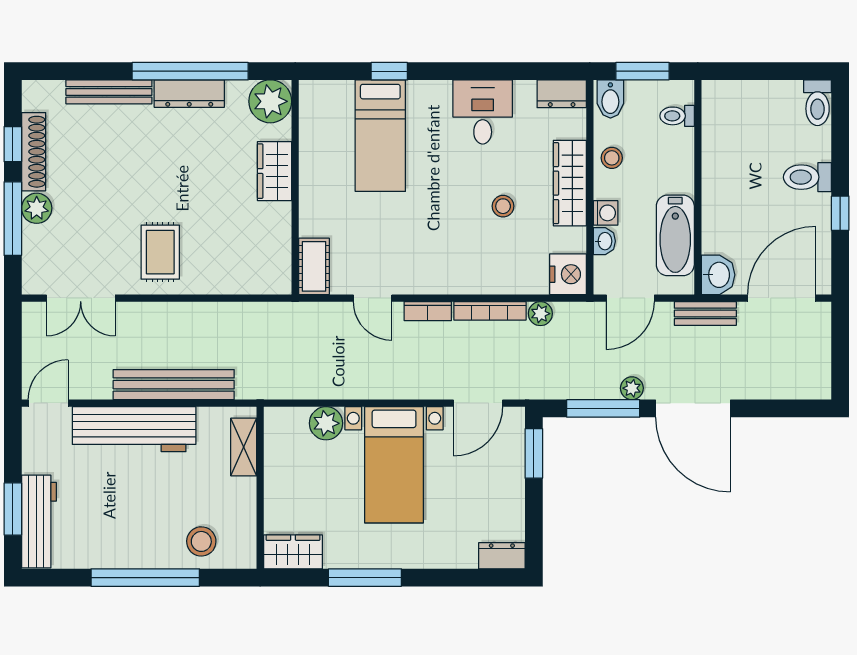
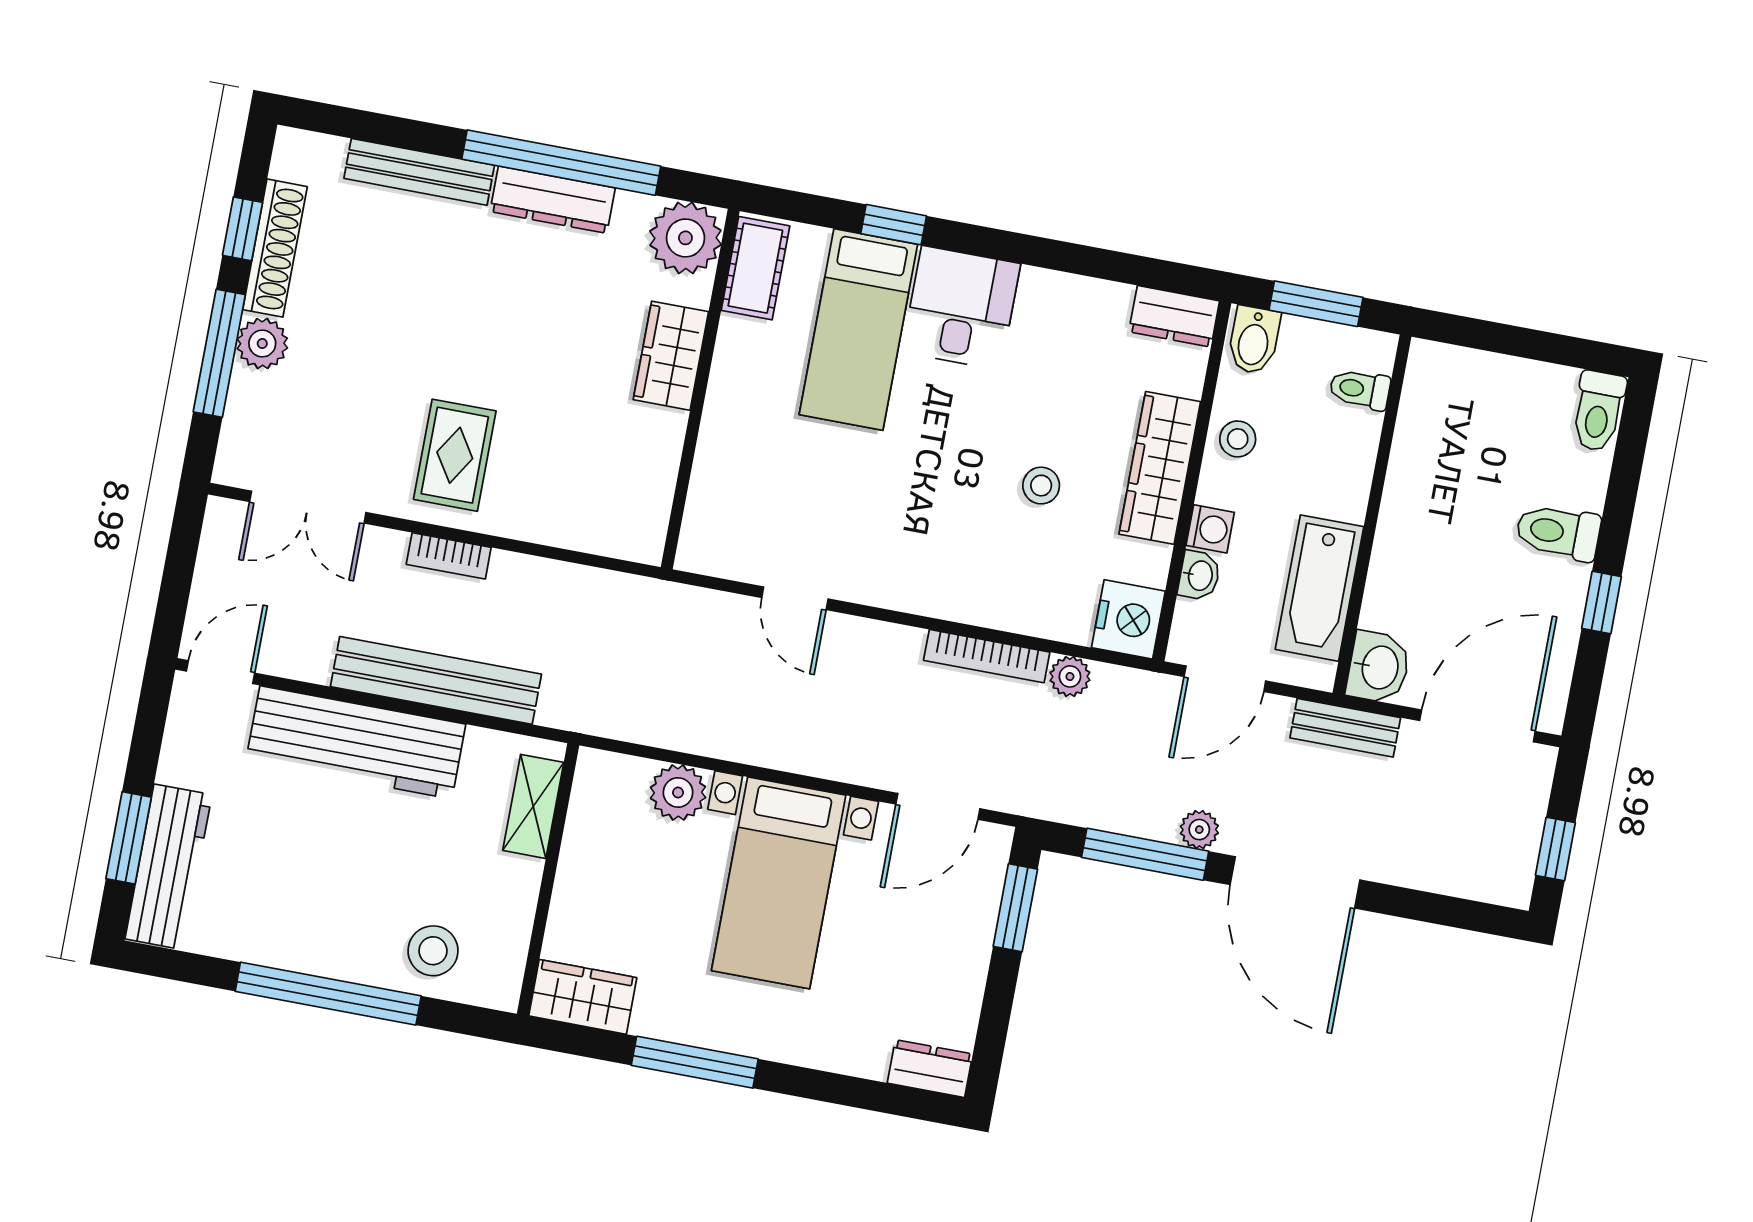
desk: (483, 112) -> (961, 308), moved
cot: (314, 266) -> (755, 268), moved
bookcase: (428, 311) -> (449, 556), moved
window: (840, 361) -> (1555, 849), added

